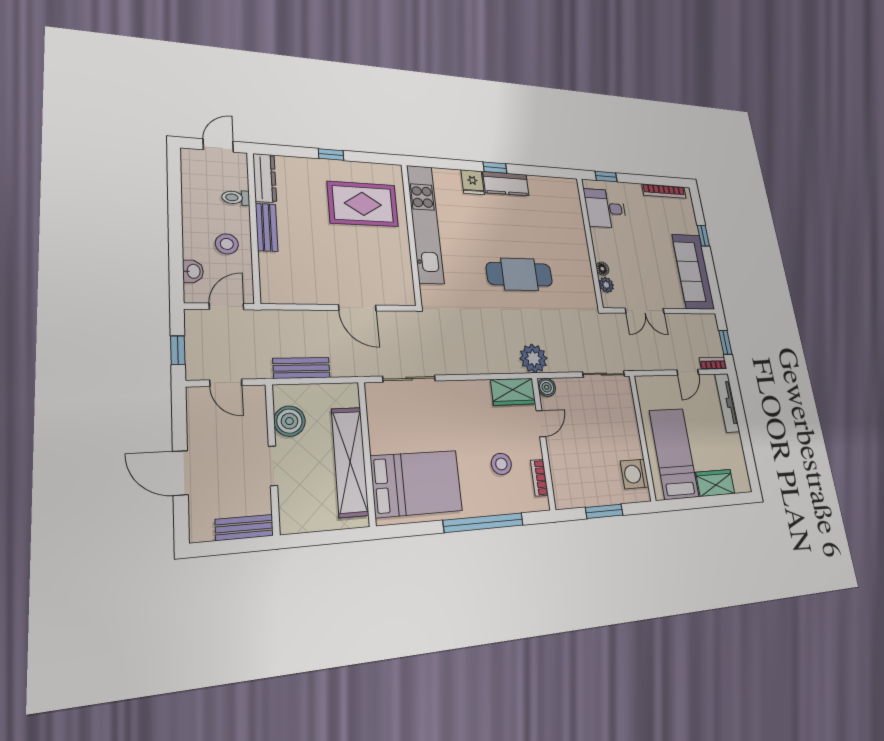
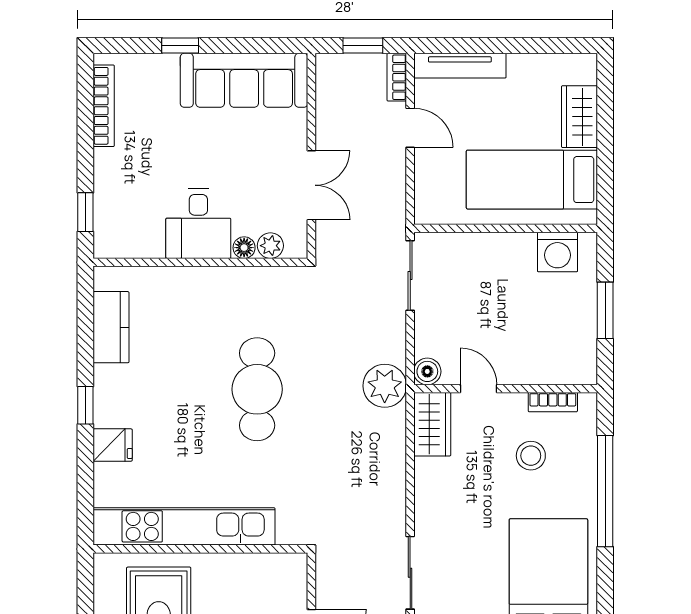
kitchen counter: (506, 184) -> (111, 327), moved
desk: (605, 208) -> (198, 224), moved

